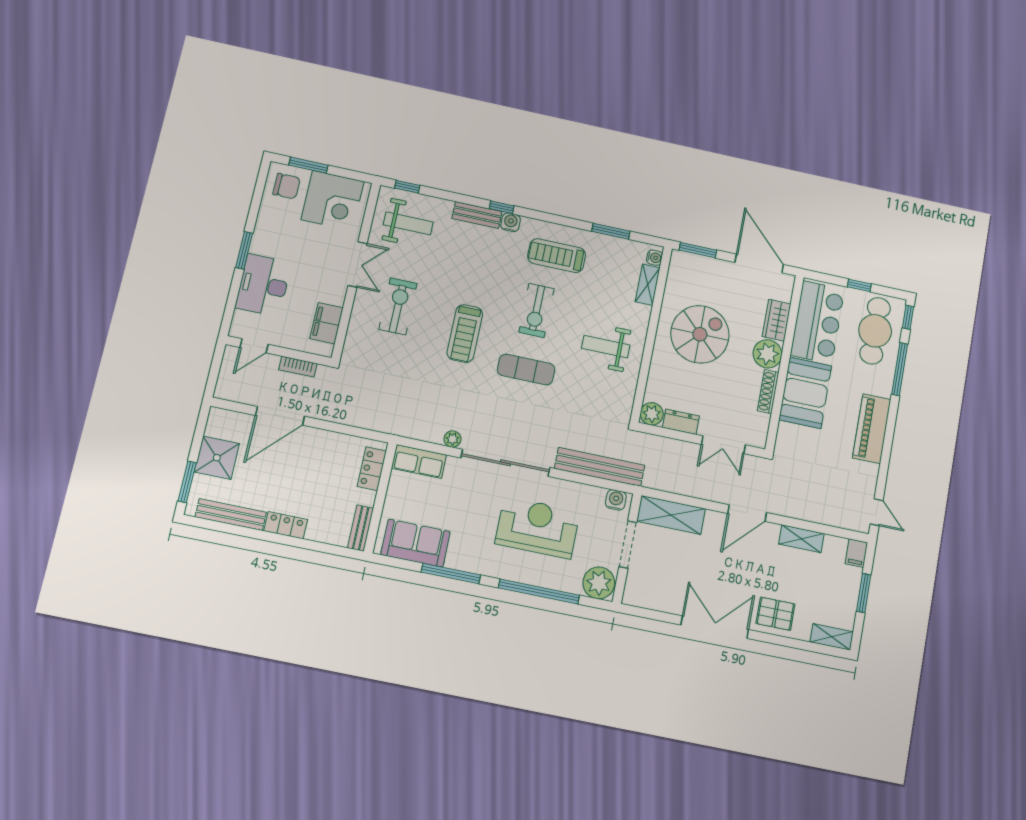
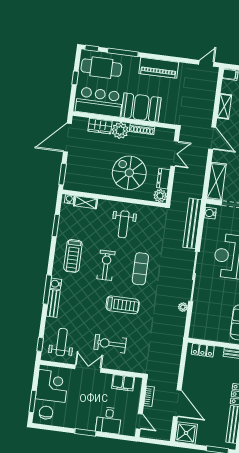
window: (502, 207) -> (47, 290), width x2.17
desk: (263, 285) -> (109, 420), width x0.73
exercise bike: (536, 310) -> (106, 265), turned -90
spiral stairs: (700, 334) -> (129, 173), moved
shower: (217, 458) -> (186, 433), moved
row of seats: (419, 462) -> (197, 325), removed

